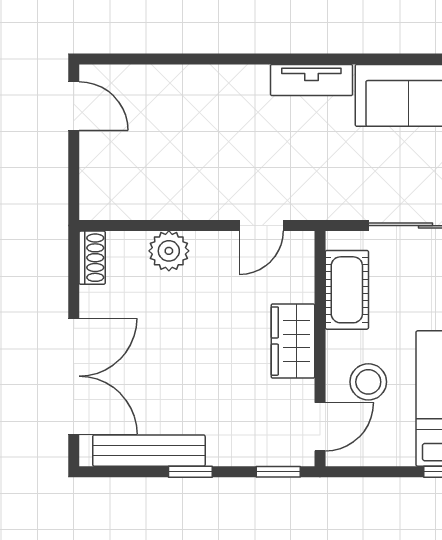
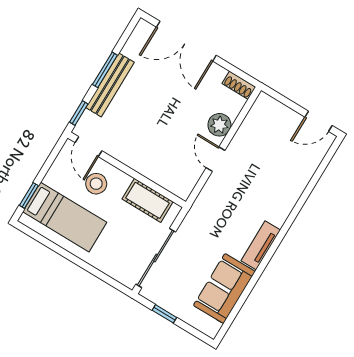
door: (261, 226) -> (216, 159), moved
wardrobe: (293, 341) -> (138, 159), removed
bench: (149, 451) -> (110, 85), moved
window: (190, 472) -> (105, 70), width x1.50

